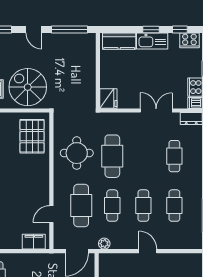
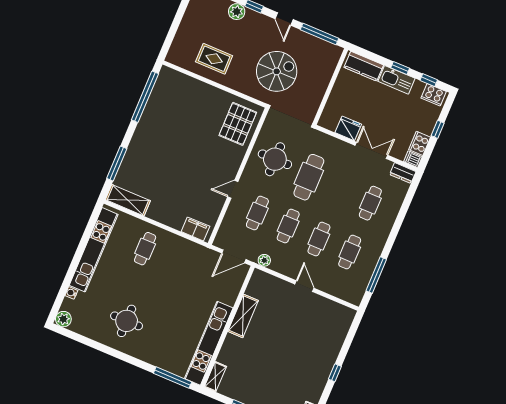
spiral stairs: (28, 87) -> (277, 71), moved, turned 90
fridge: (108, 98) -> (348, 128), moved, turned -90
cafe table: (81, 206) -> (257, 213), width x0.73, depth x0.74
door: (51, 214) -> (233, 189), moved

